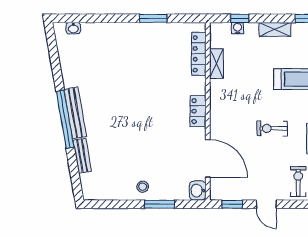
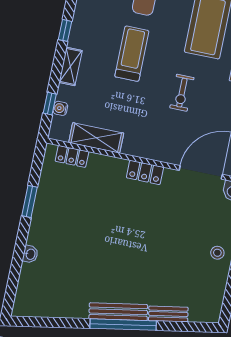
washbasin: (73, 28) -> (30, 254), moved
locker: (199, 54) -> (72, 156), width x0.66
shelving: (216, 64) -> (96, 138), width x1.50, depth x1.33

